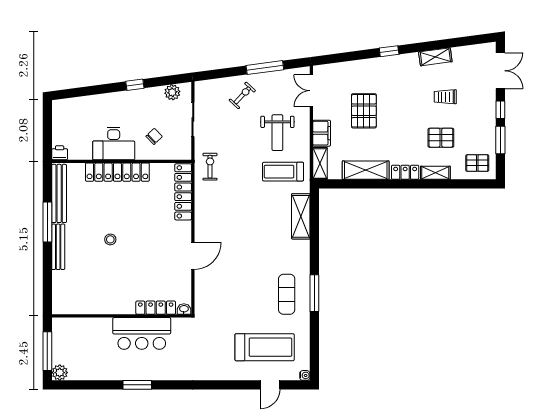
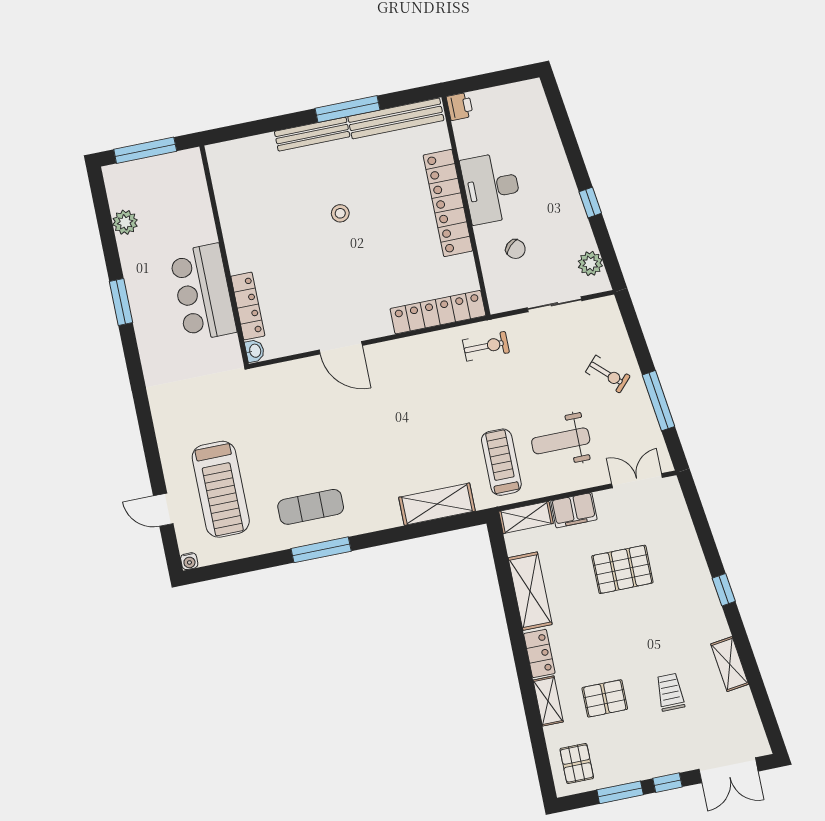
pallet: (441, 138) -> (605, 698), turned 90
plant: (60, 373) -> (125, 222), moved

